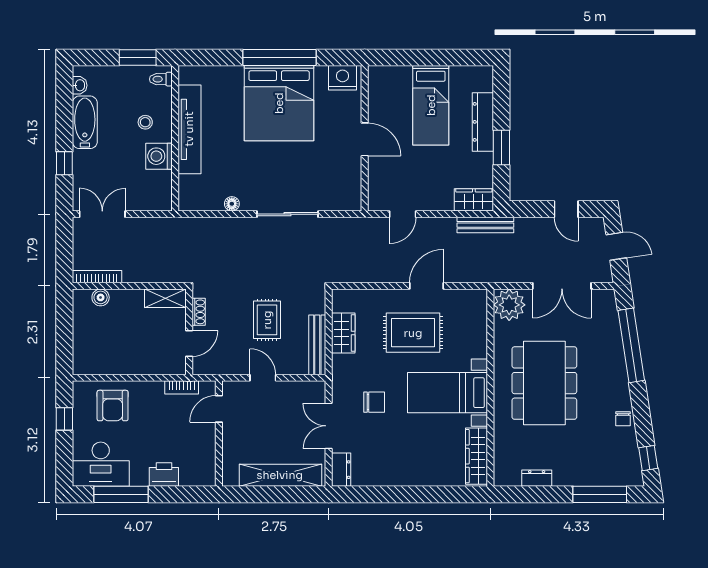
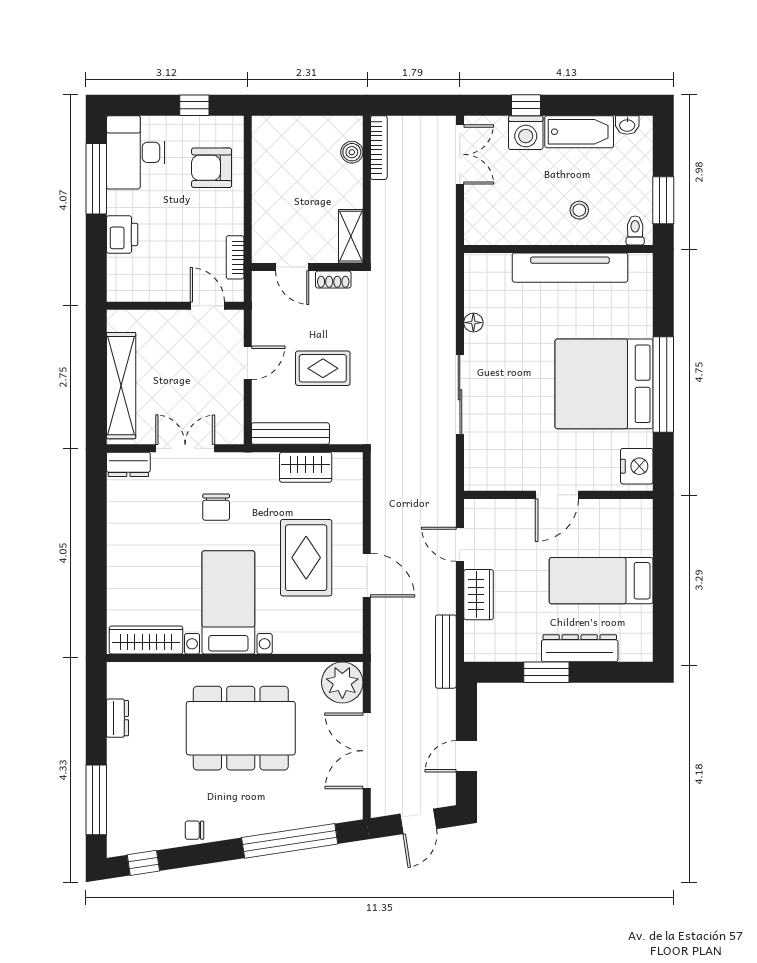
washing machine: (159, 156) -> (526, 133), moved, turned 180
wardrobe: (474, 200) -> (478, 595), moved

